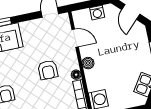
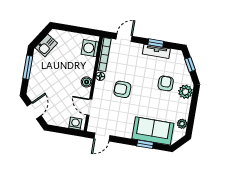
washing machine: (97, 13) -> (75, 123), moved
armchair: (48, 70) -> (122, 89), turned -88

